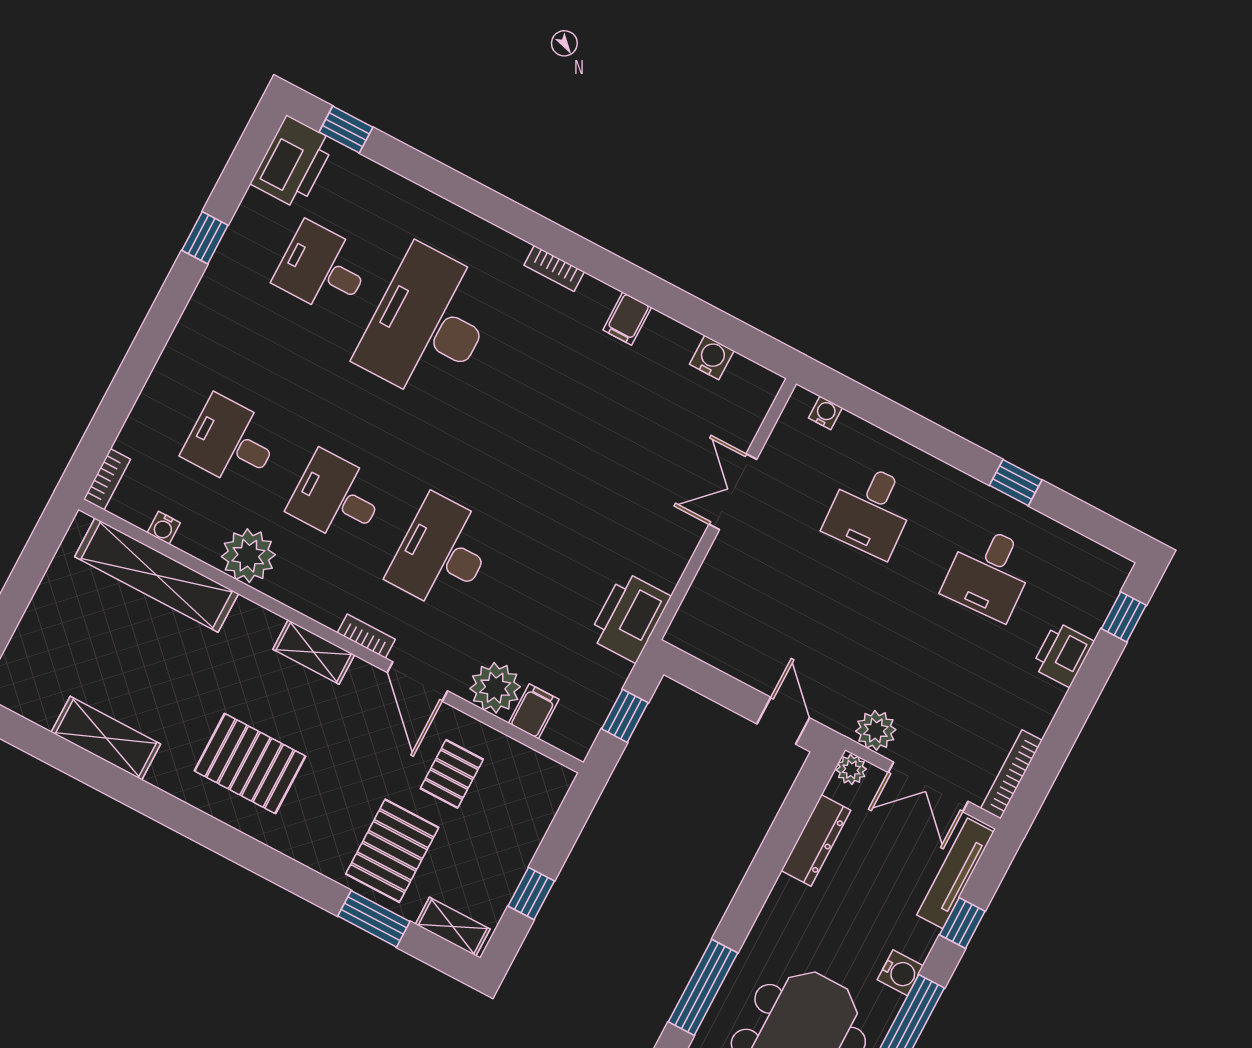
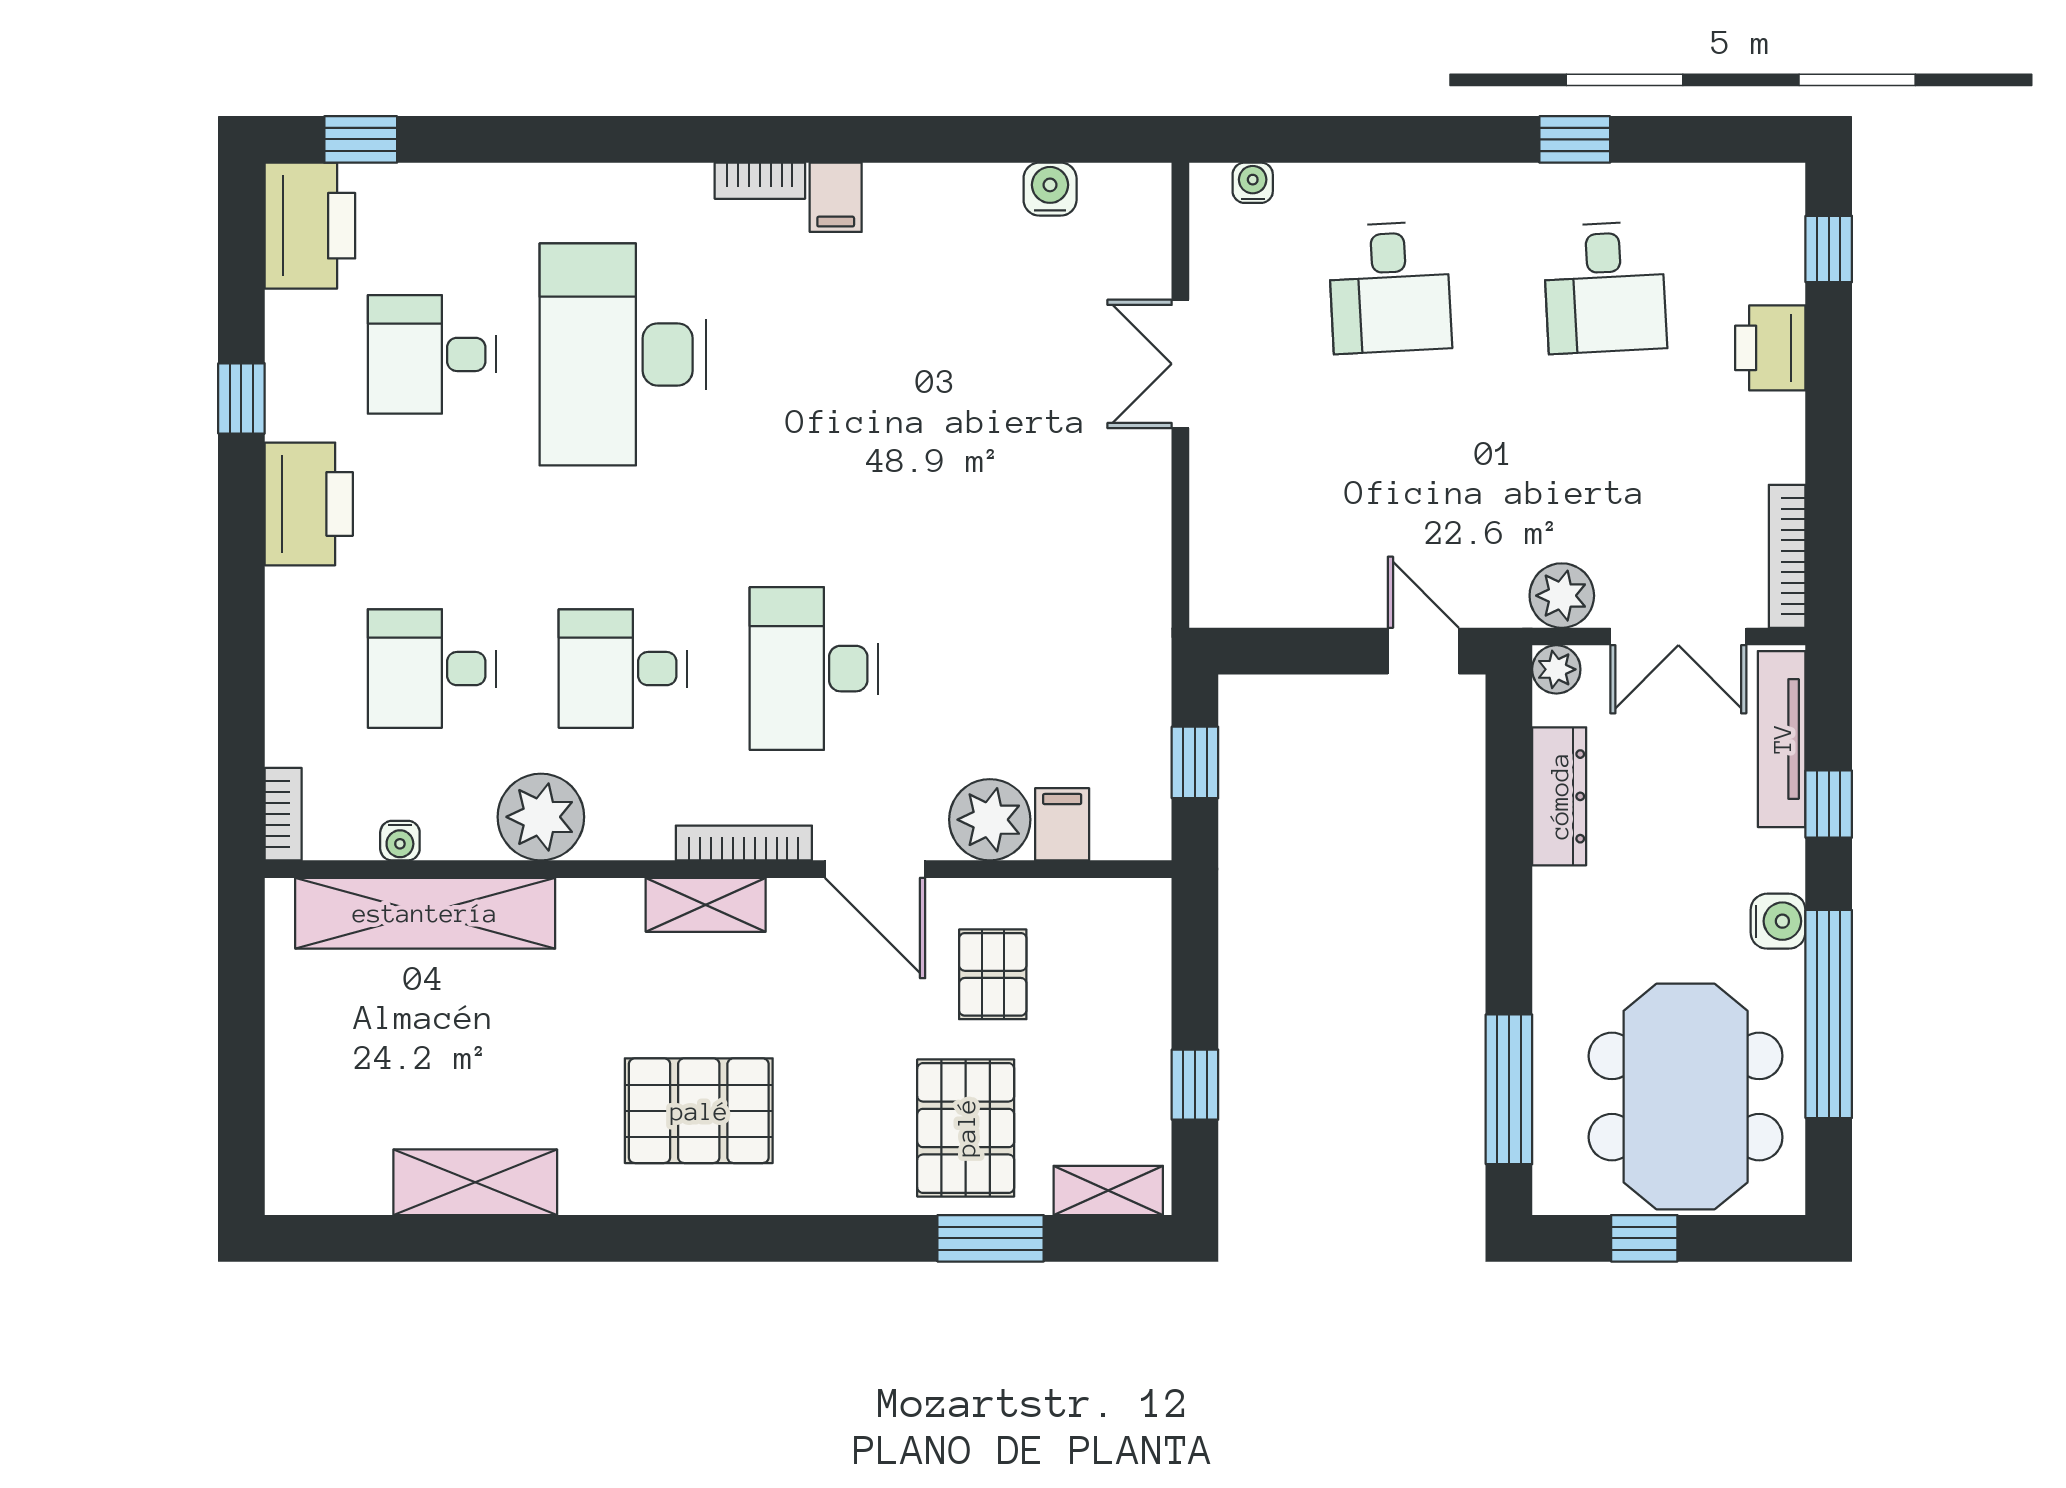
filing cabinet: (627, 319) -> (836, 197), moved
printer: (629, 617) -> (309, 504), moved, turned 180
bookcase: (366, 636) -> (744, 843), width x1.56

